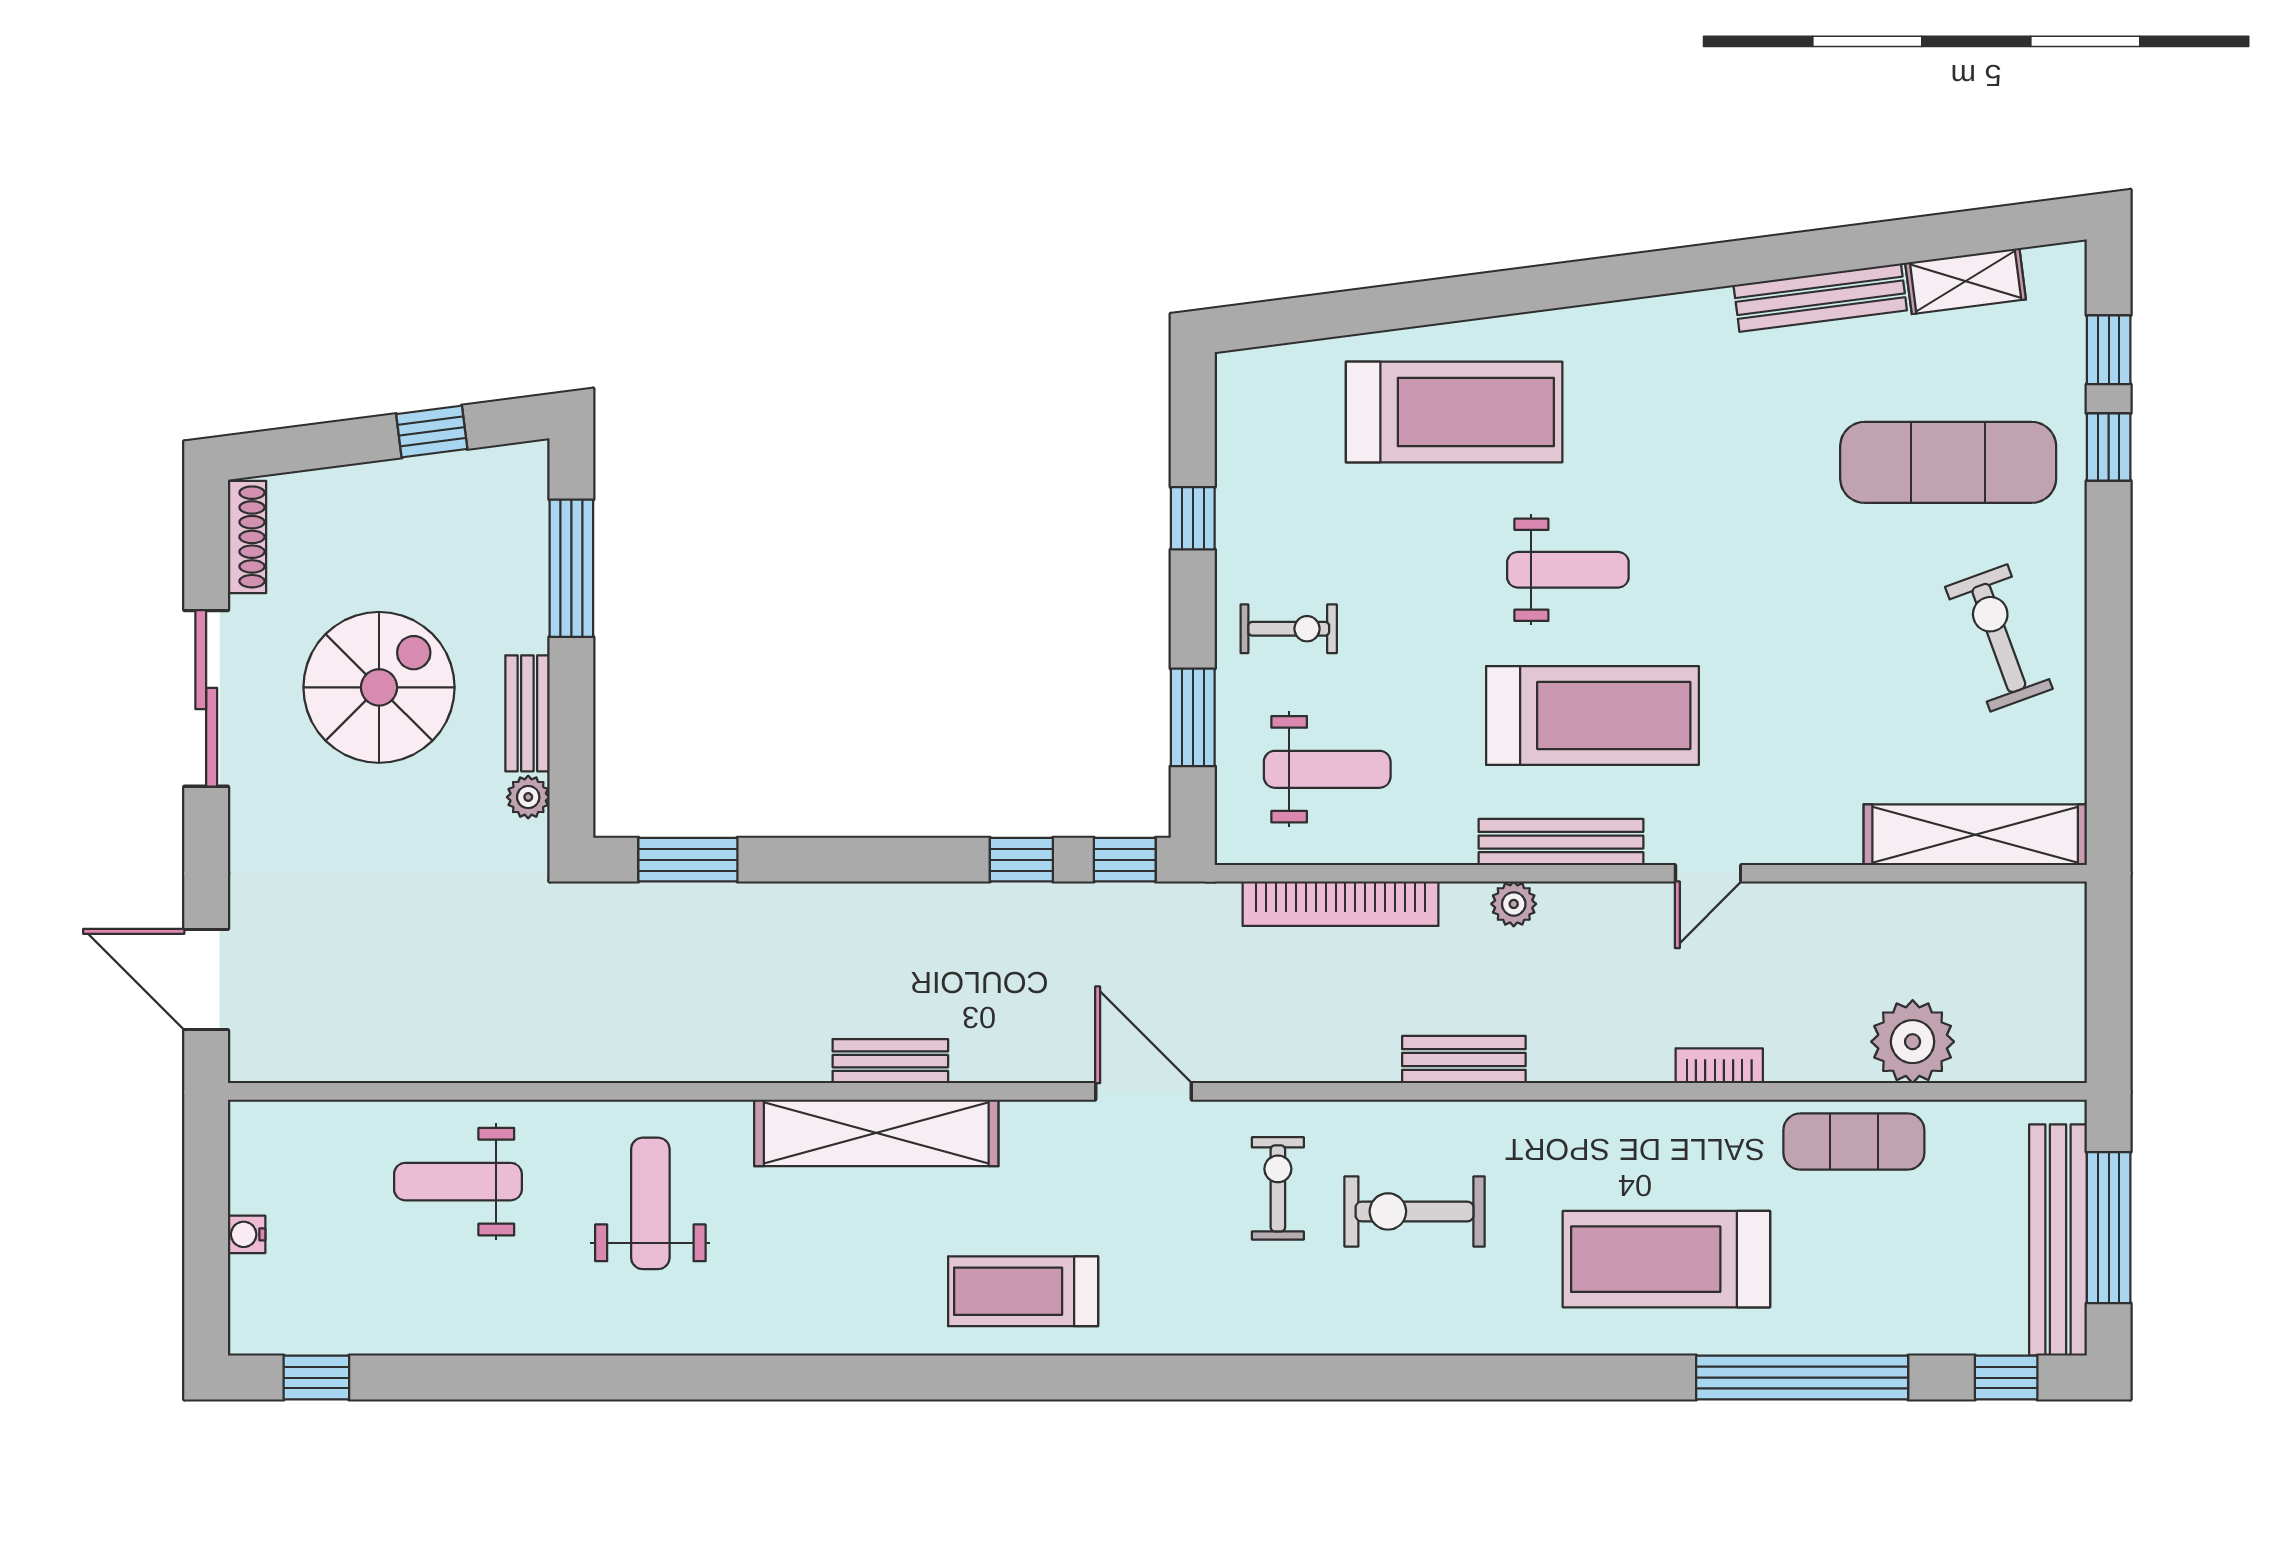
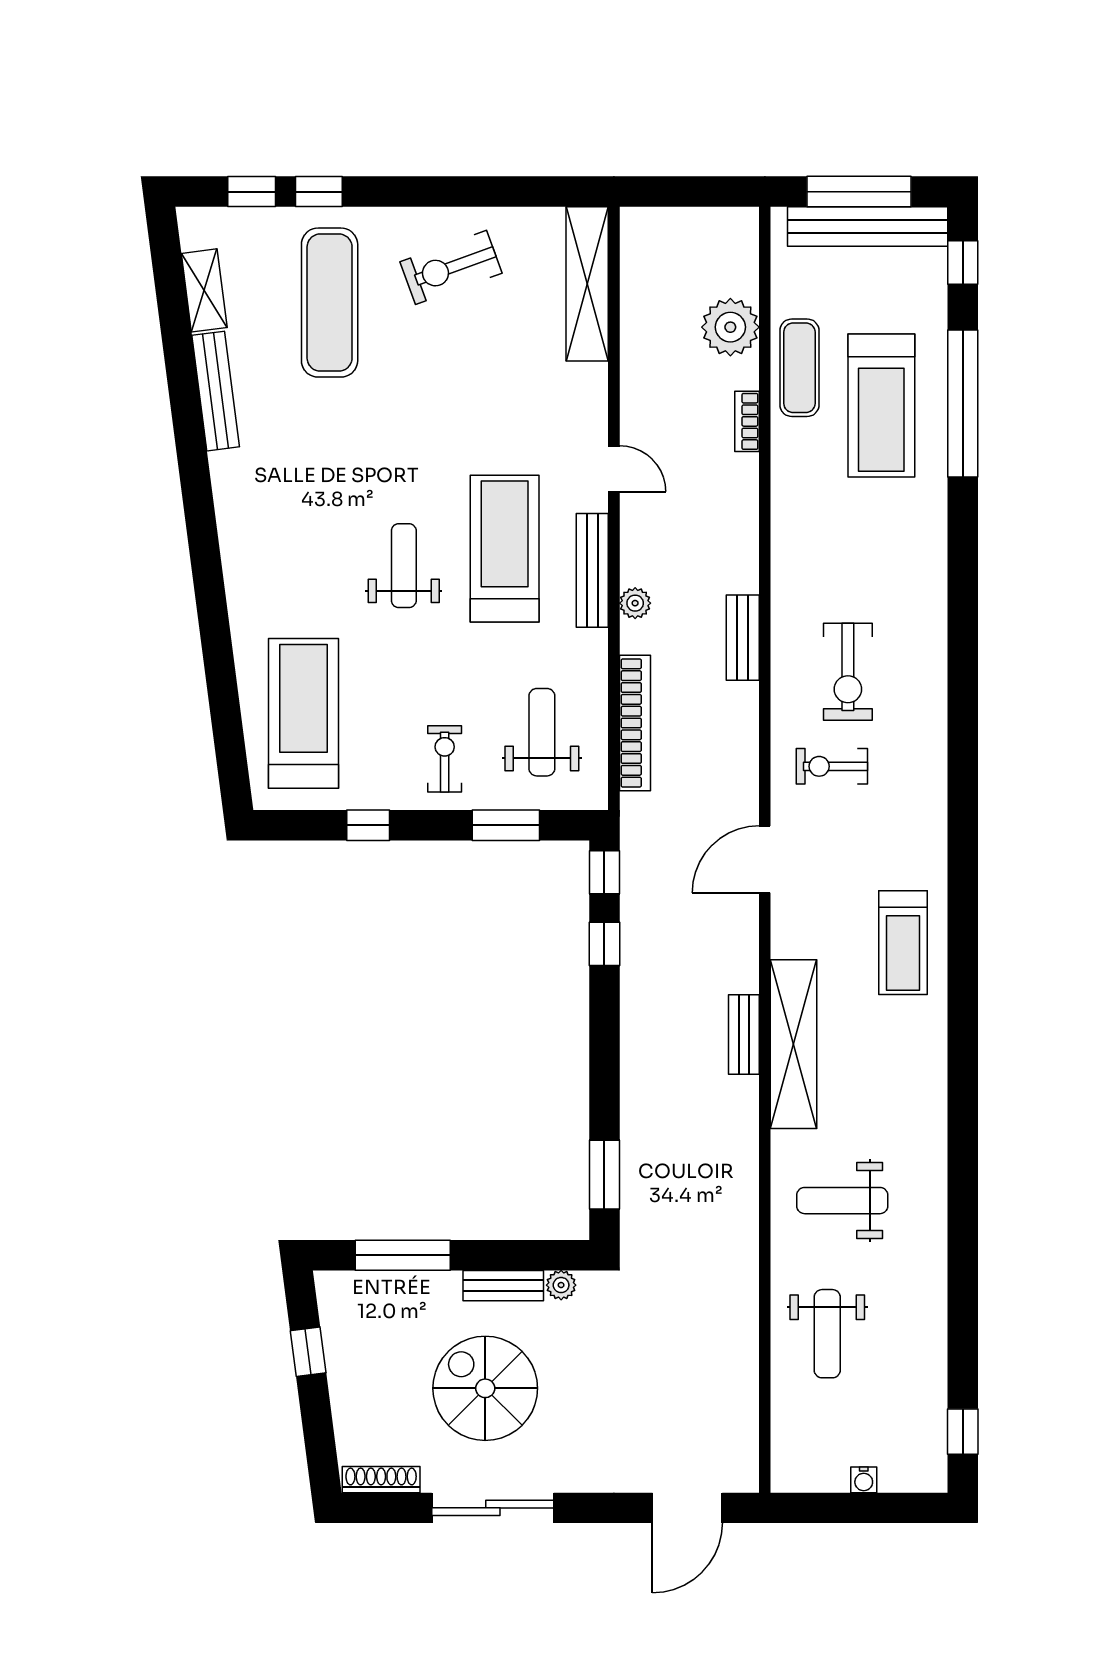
treadmill: (1454, 412) -> (303, 713), moved
bookcase: (1719, 1066) -> (747, 421), moved
treadmill: (1666, 1259) -> (881, 406), moved

